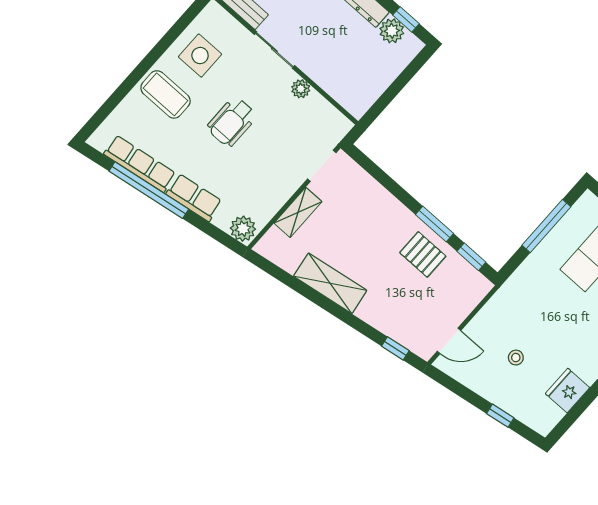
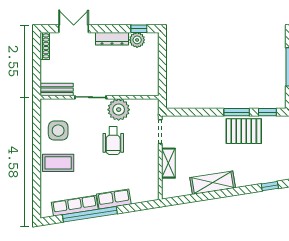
plant: (301, 89) -> (119, 110), width x1.88, depth x1.88
wheelchair: (232, 122) -> (113, 141), moved
plant: (243, 229) -> (150, 193), removed
pallet: (423, 254) -> (244, 131), width x1.50, depth x1.42

